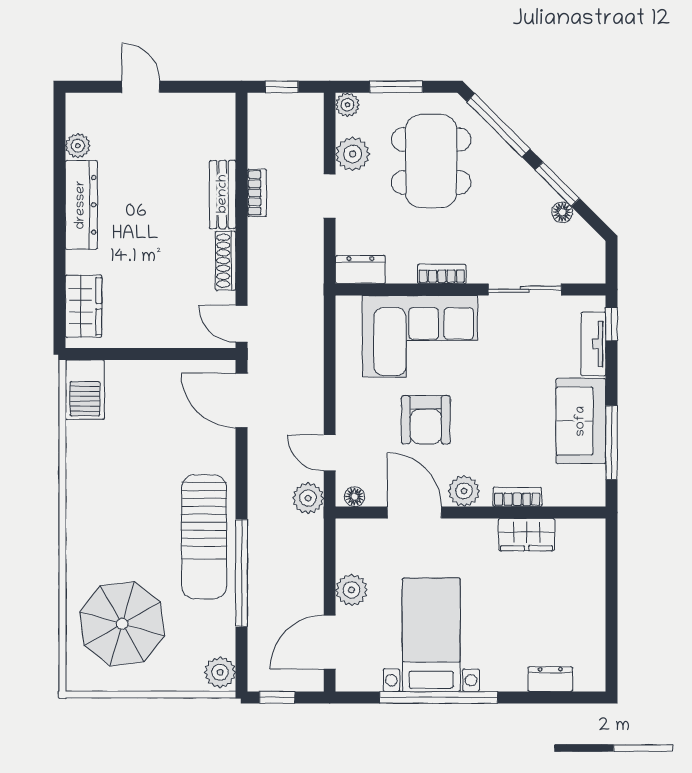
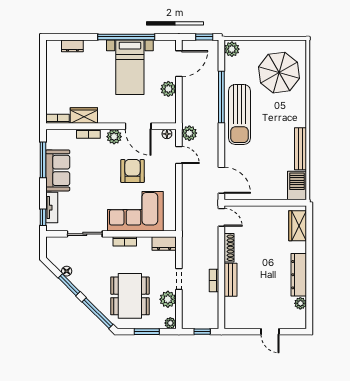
bench: (78, 466) -> (300, 149), added
bookcase: (581, 528) -> (57, 119), added
sun lounger: (204, 537) -> (239, 115), turned 180

